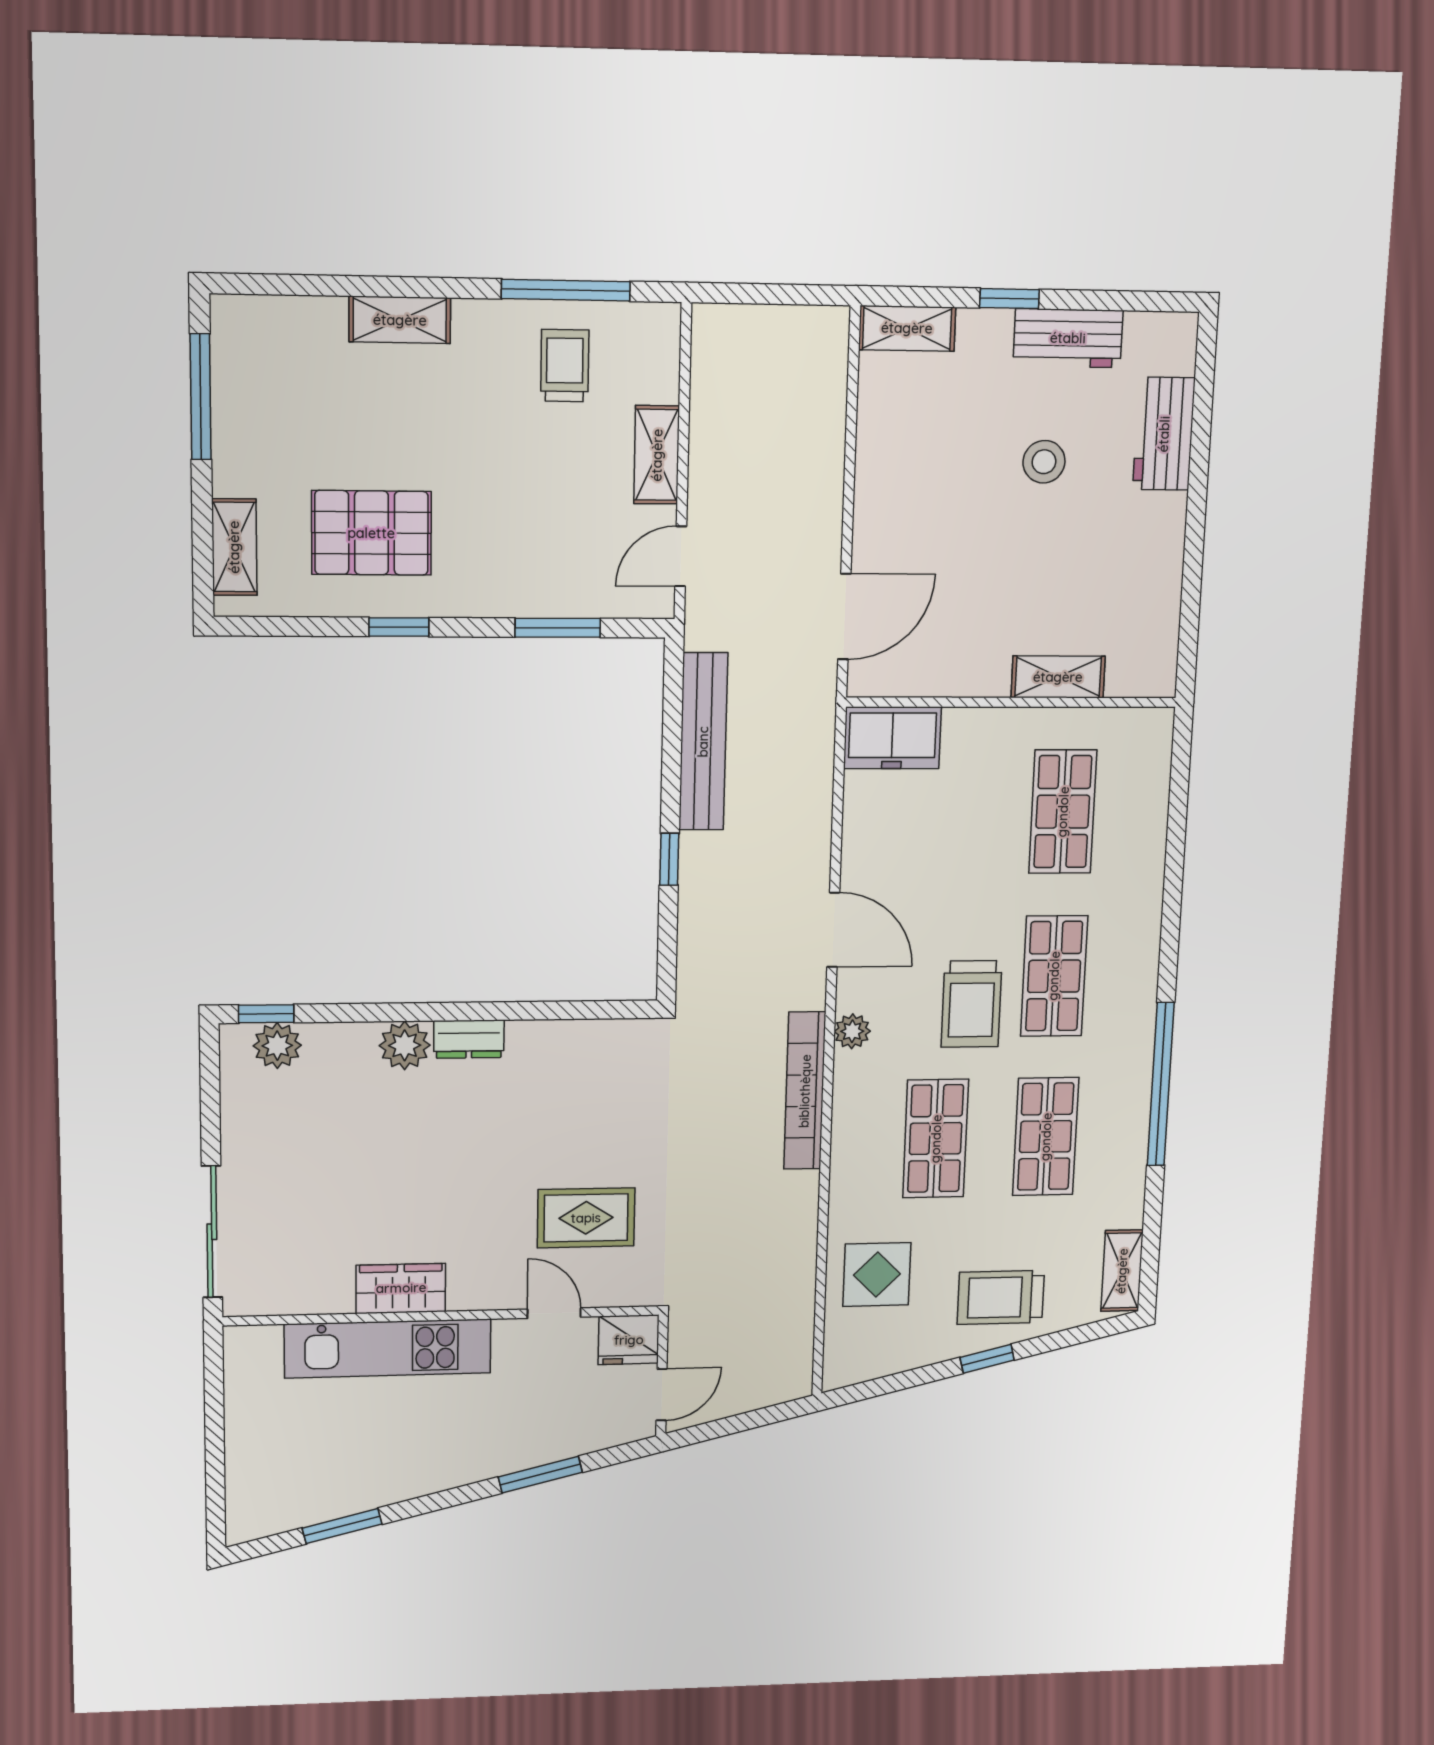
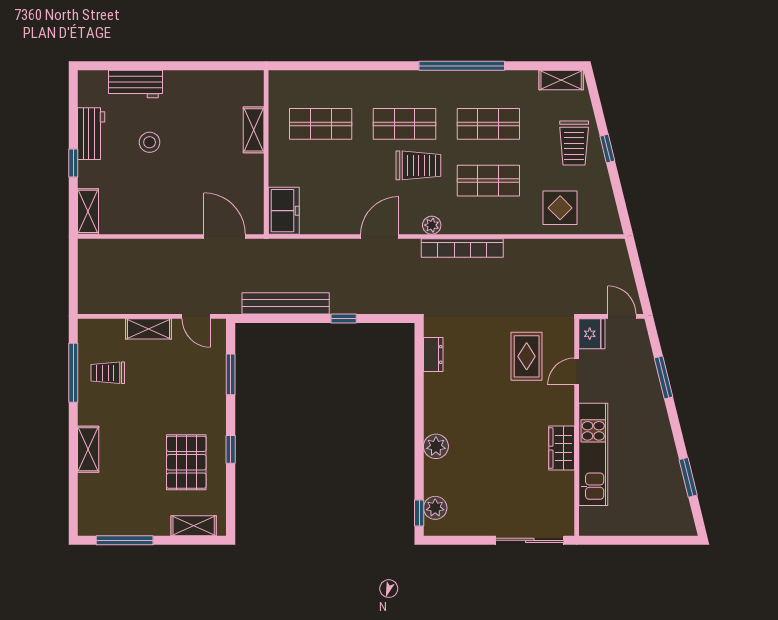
dresser: (469, 1039) -> (433, 354), moved

